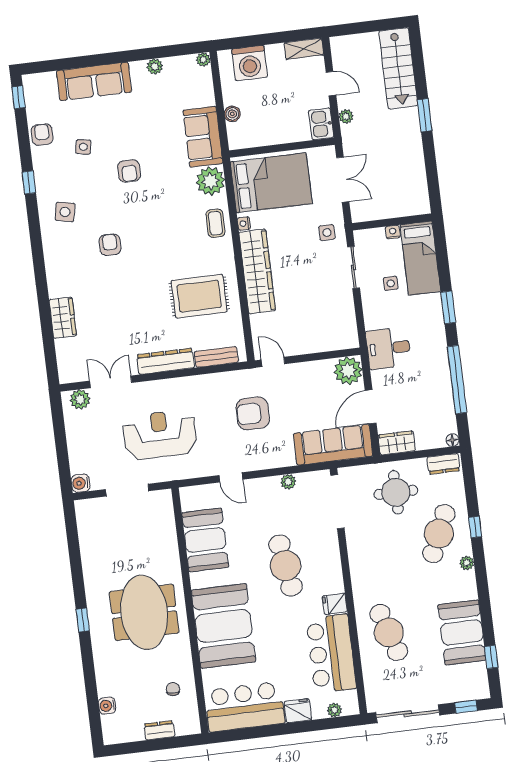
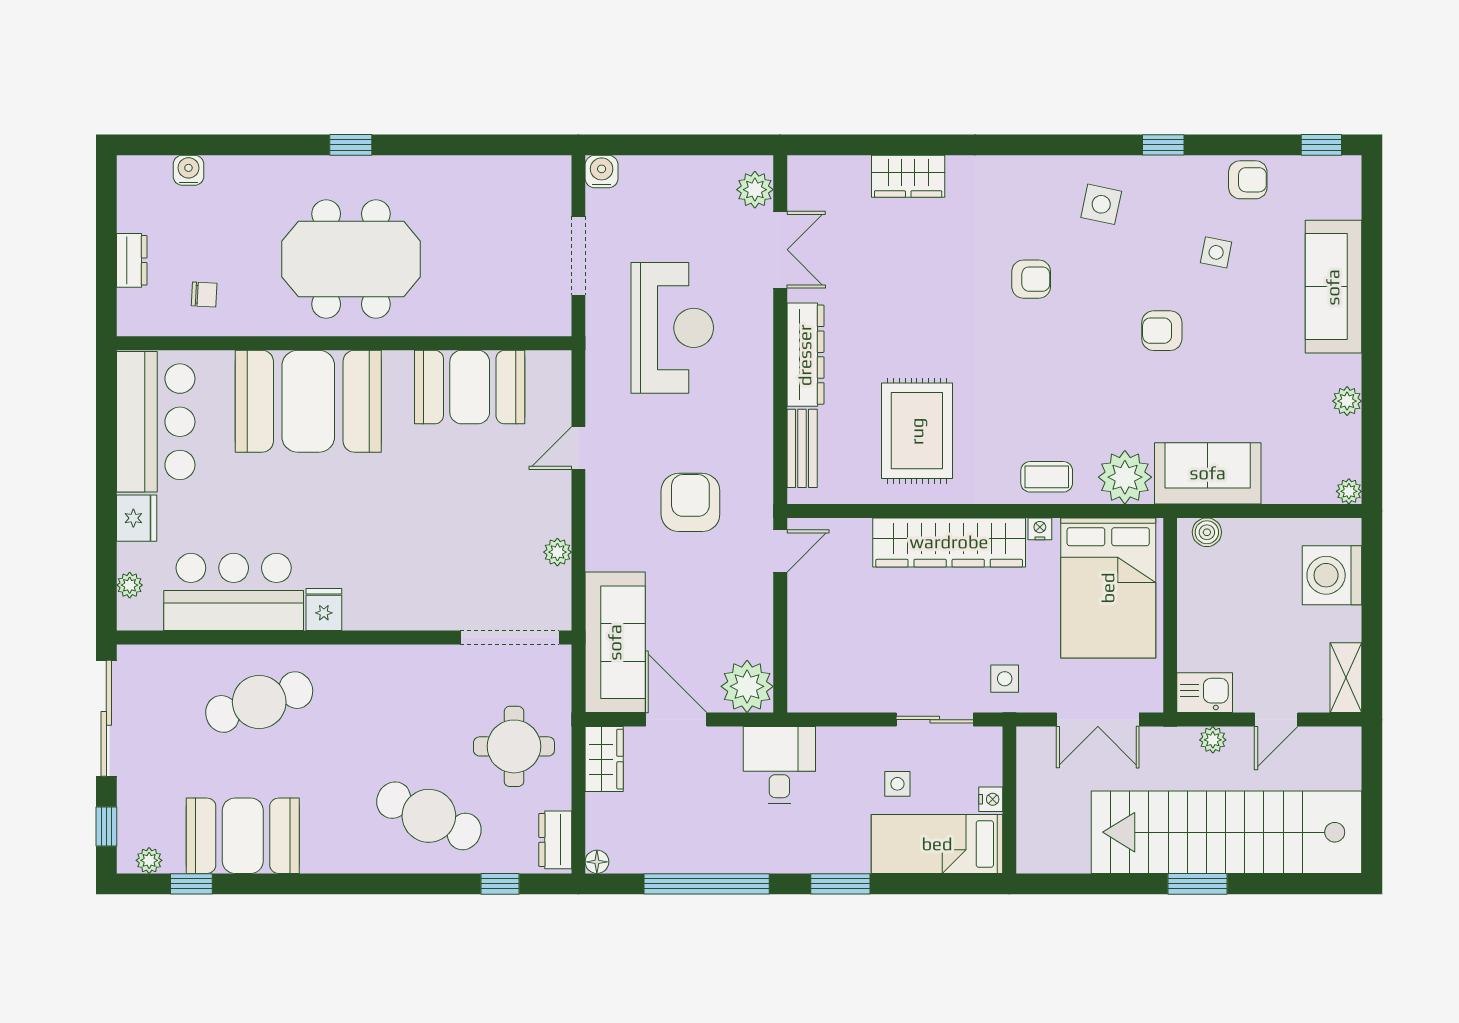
stairs: (398, 68) -> (1227, 832), width x1.86, depth x1.51
boiler: (232, 114) -> (1207, 532), moved
window: (475, 527) -> (500, 884), moved
plant: (467, 563) -> (149, 860), moved
cafe table: (285, 566) -> (405, 528), removed

